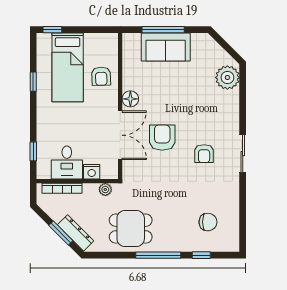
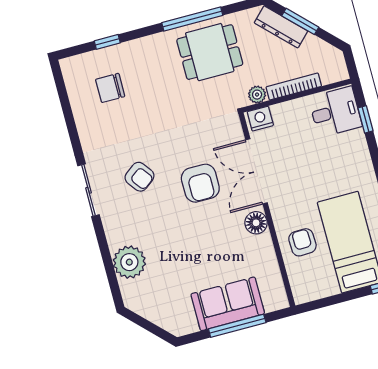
plant: (227, 78) -> (129, 262), moved
armchair: (204, 154) -> (139, 177), turned 143
desk: (67, 163) -> (335, 112), moved, turned 90
nightstand: (92, 172) -> (260, 119), moved
bookcase: (62, 188) -> (294, 87), moved
window: (158, 255) -> (192, 19), moved

